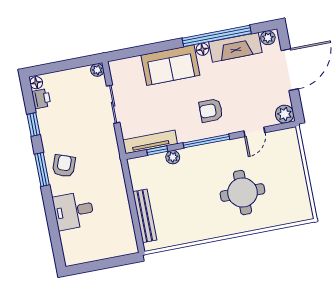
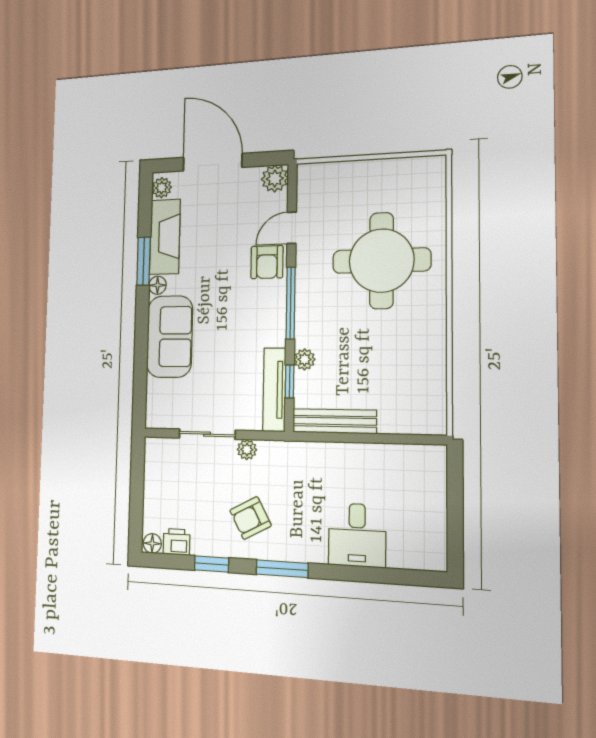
window: (217, 36) -> (144, 261), width x0.47
plant: (97, 70) -> (247, 450), moved
armchair: (211, 110) -> (267, 262), moved
door: (254, 132) -> (292, 228), swing flipped
armchair: (64, 166) -> (251, 518), moved, turned -48
round table: (242, 193) -> (381, 261), width x1.36, depth x1.36
bench: (145, 216) -> (334, 421), moved

